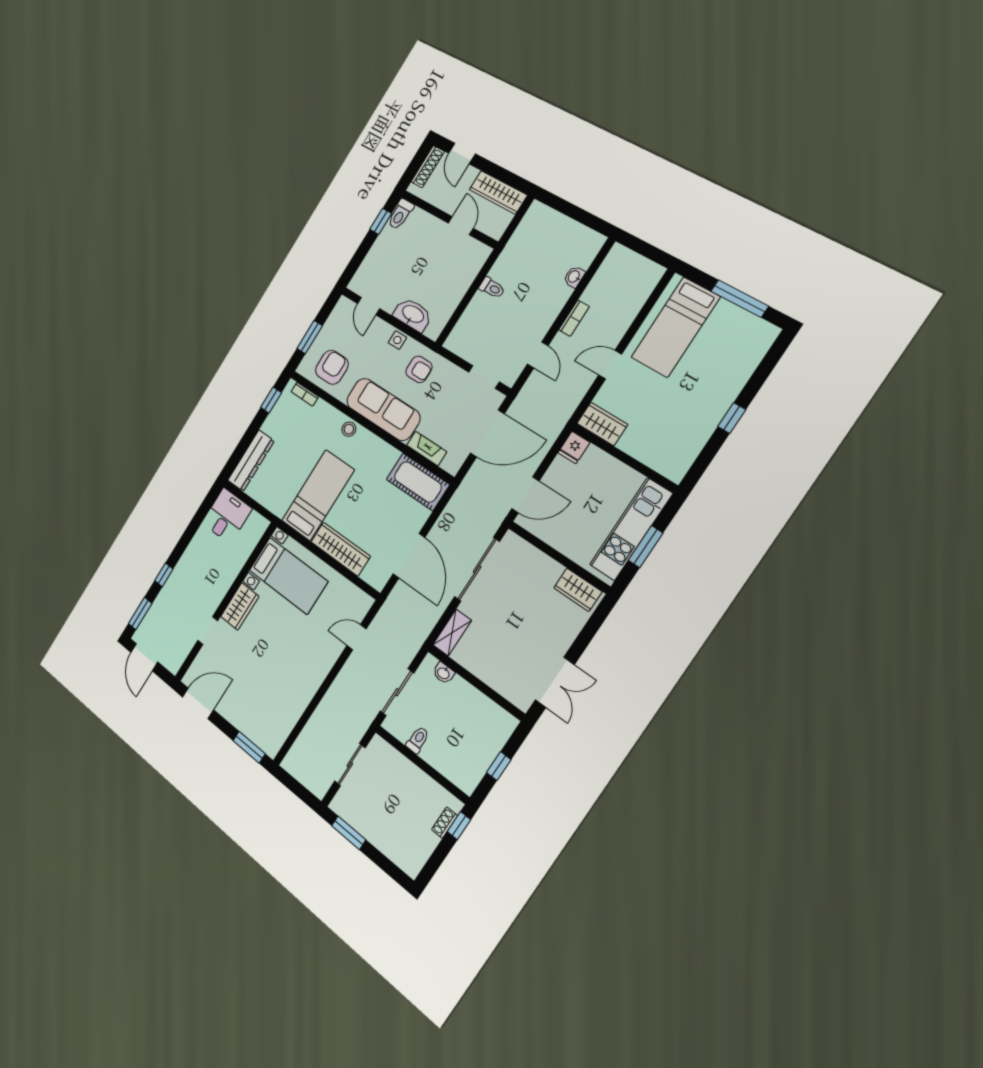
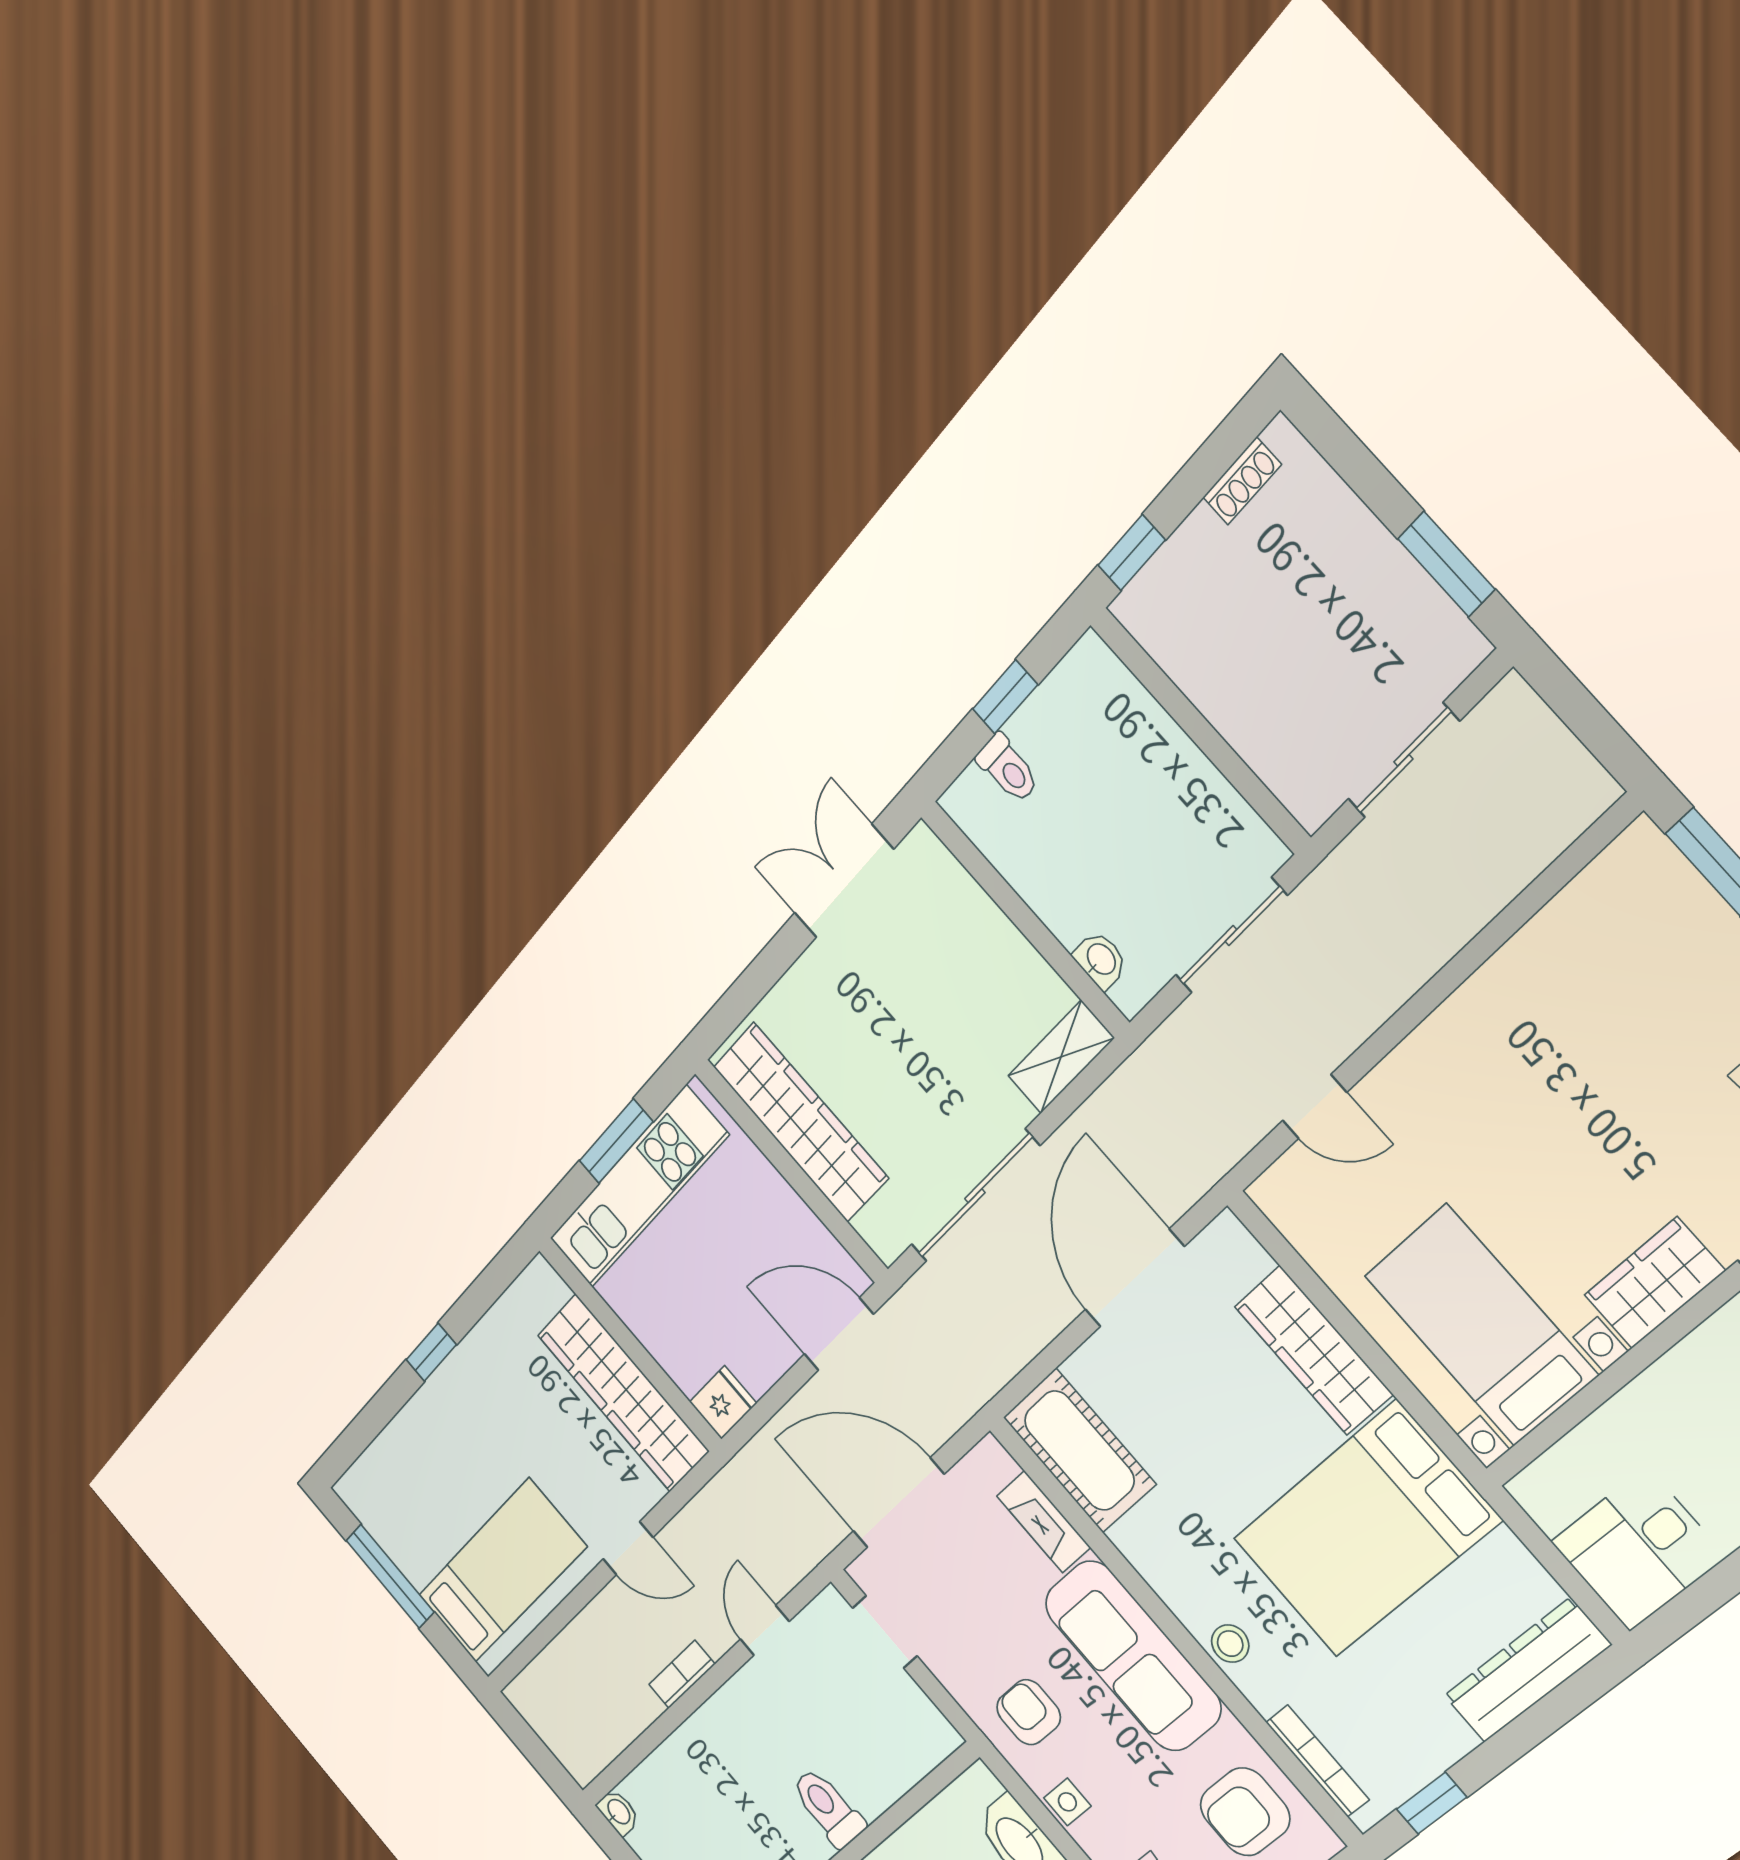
washbasin: (574, 277) -> (618, 1812), moved, turned -90
toilet: (492, 288) -> (828, 1808), width x1.37, depth x1.39
bookcase: (305, 394) -> (1317, 1761), width x1.56
wardrobe: (602, 424) -> (623, 1393), width x2.10, depth x1.17
bed: (318, 495) -> (1366, 1530), width x1.50
wardrobe: (578, 590) -> (801, 1122), width x2.10, depth x1.17
toilet: (418, 740) -> (1008, 769), moved, turned -90
shoe rack: (445, 823) -> (1242, 481), moved

